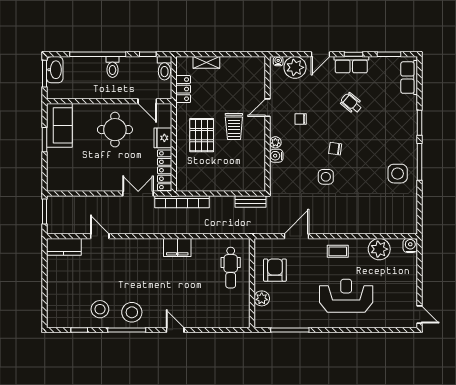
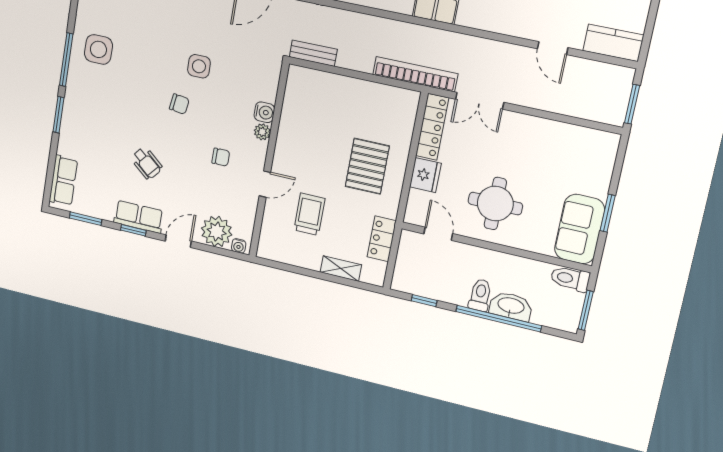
toilet: (164, 68) -> (570, 279), moved, turned -90
washbasin: (55, 70) -> (511, 306), moved, turned 90
trolley: (234, 126) -> (309, 214), moved

